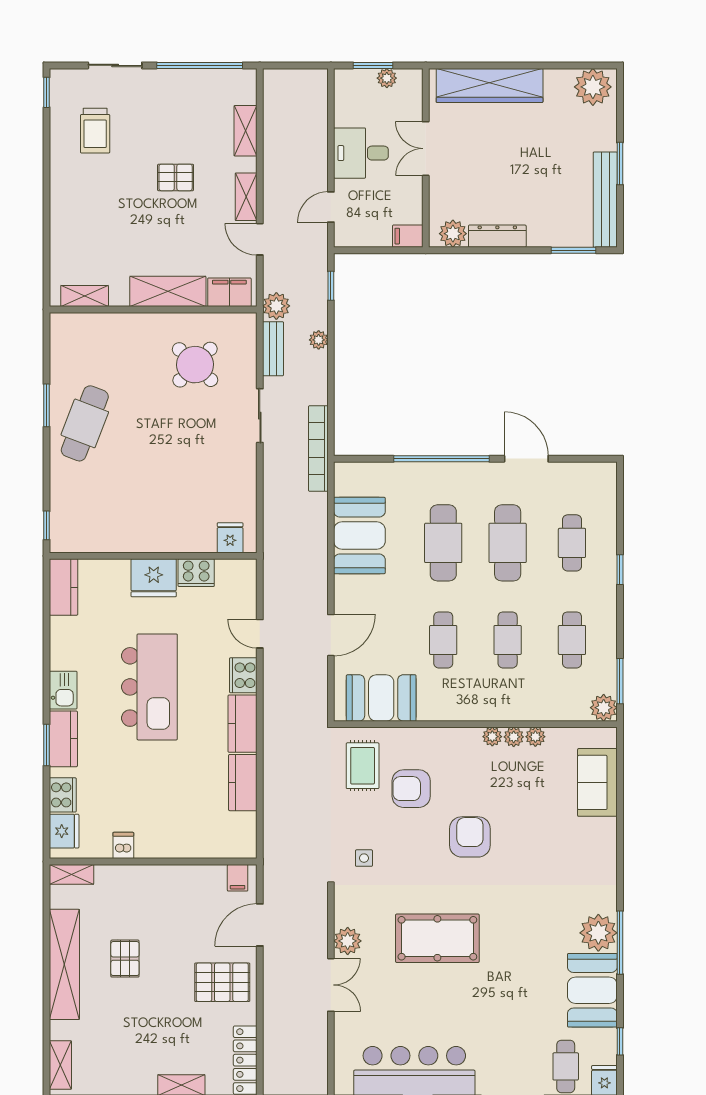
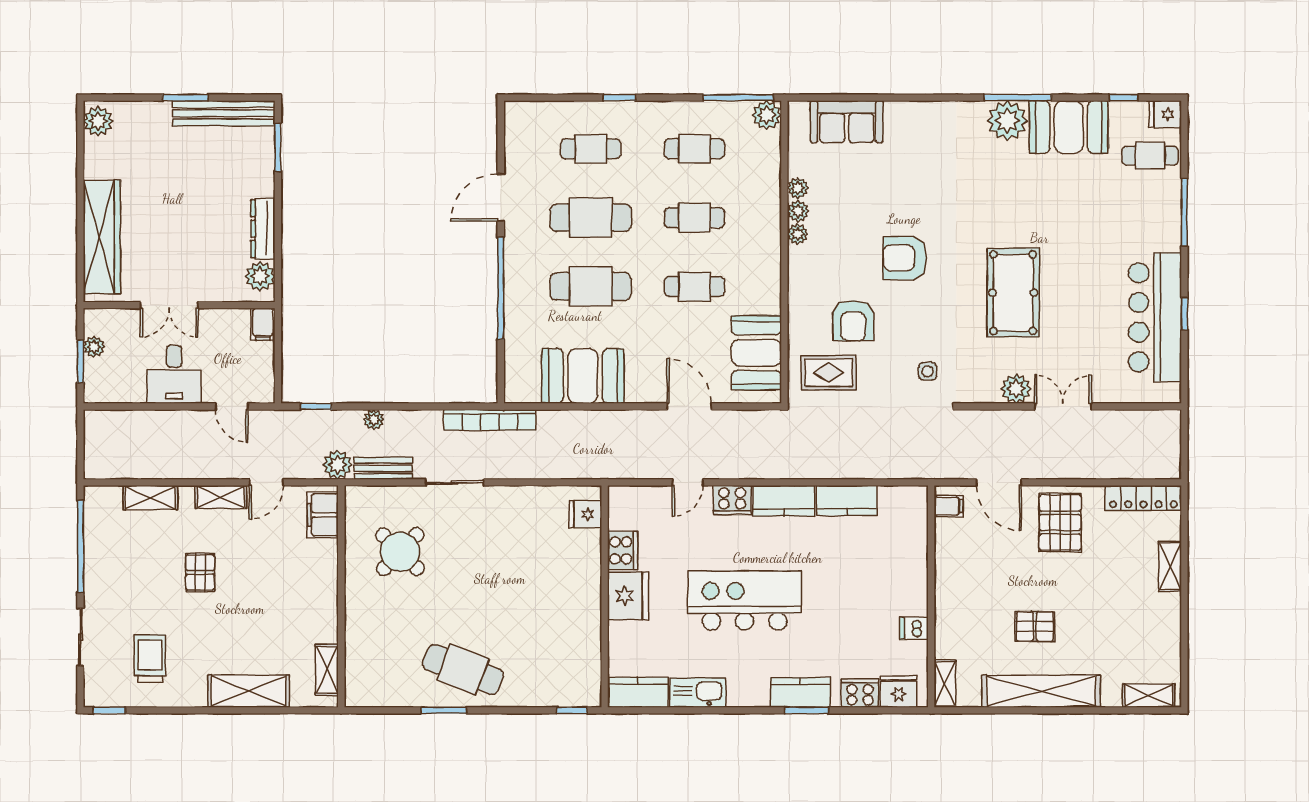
plant: (593, 87) -> (98, 121), width x0.73, depth x0.73
trolley: (95, 131) -> (150, 658), turned -90
shelving: (168, 291) -> (249, 691), moved, turned 90
window: (620, 681) -> (738, 98), width x1.44
kitchen sink: (63, 690) -> (698, 693), moved, width x1.38

